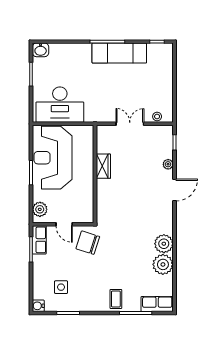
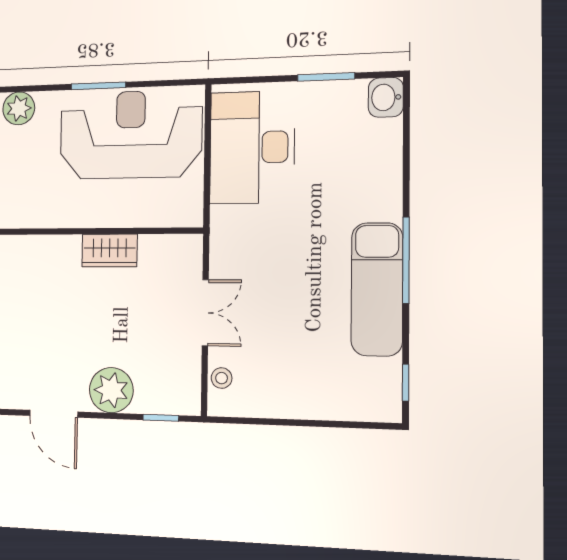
plant: (168, 164) -> (111, 390), width x1.87, depth x1.87

